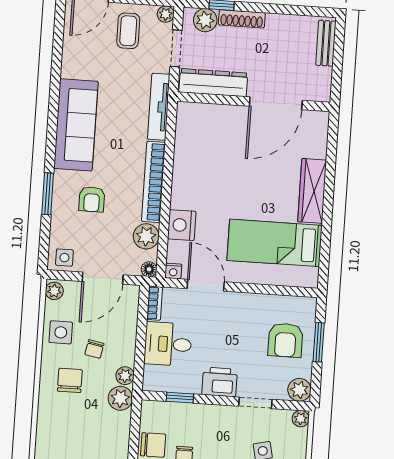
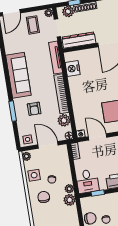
nightstand: (182, 225) -> (73, 68), moved
door: (103, 278) -> (48, 145), swing flipped
desk: (168, 344) -> (87, 181), moved, turned -90

